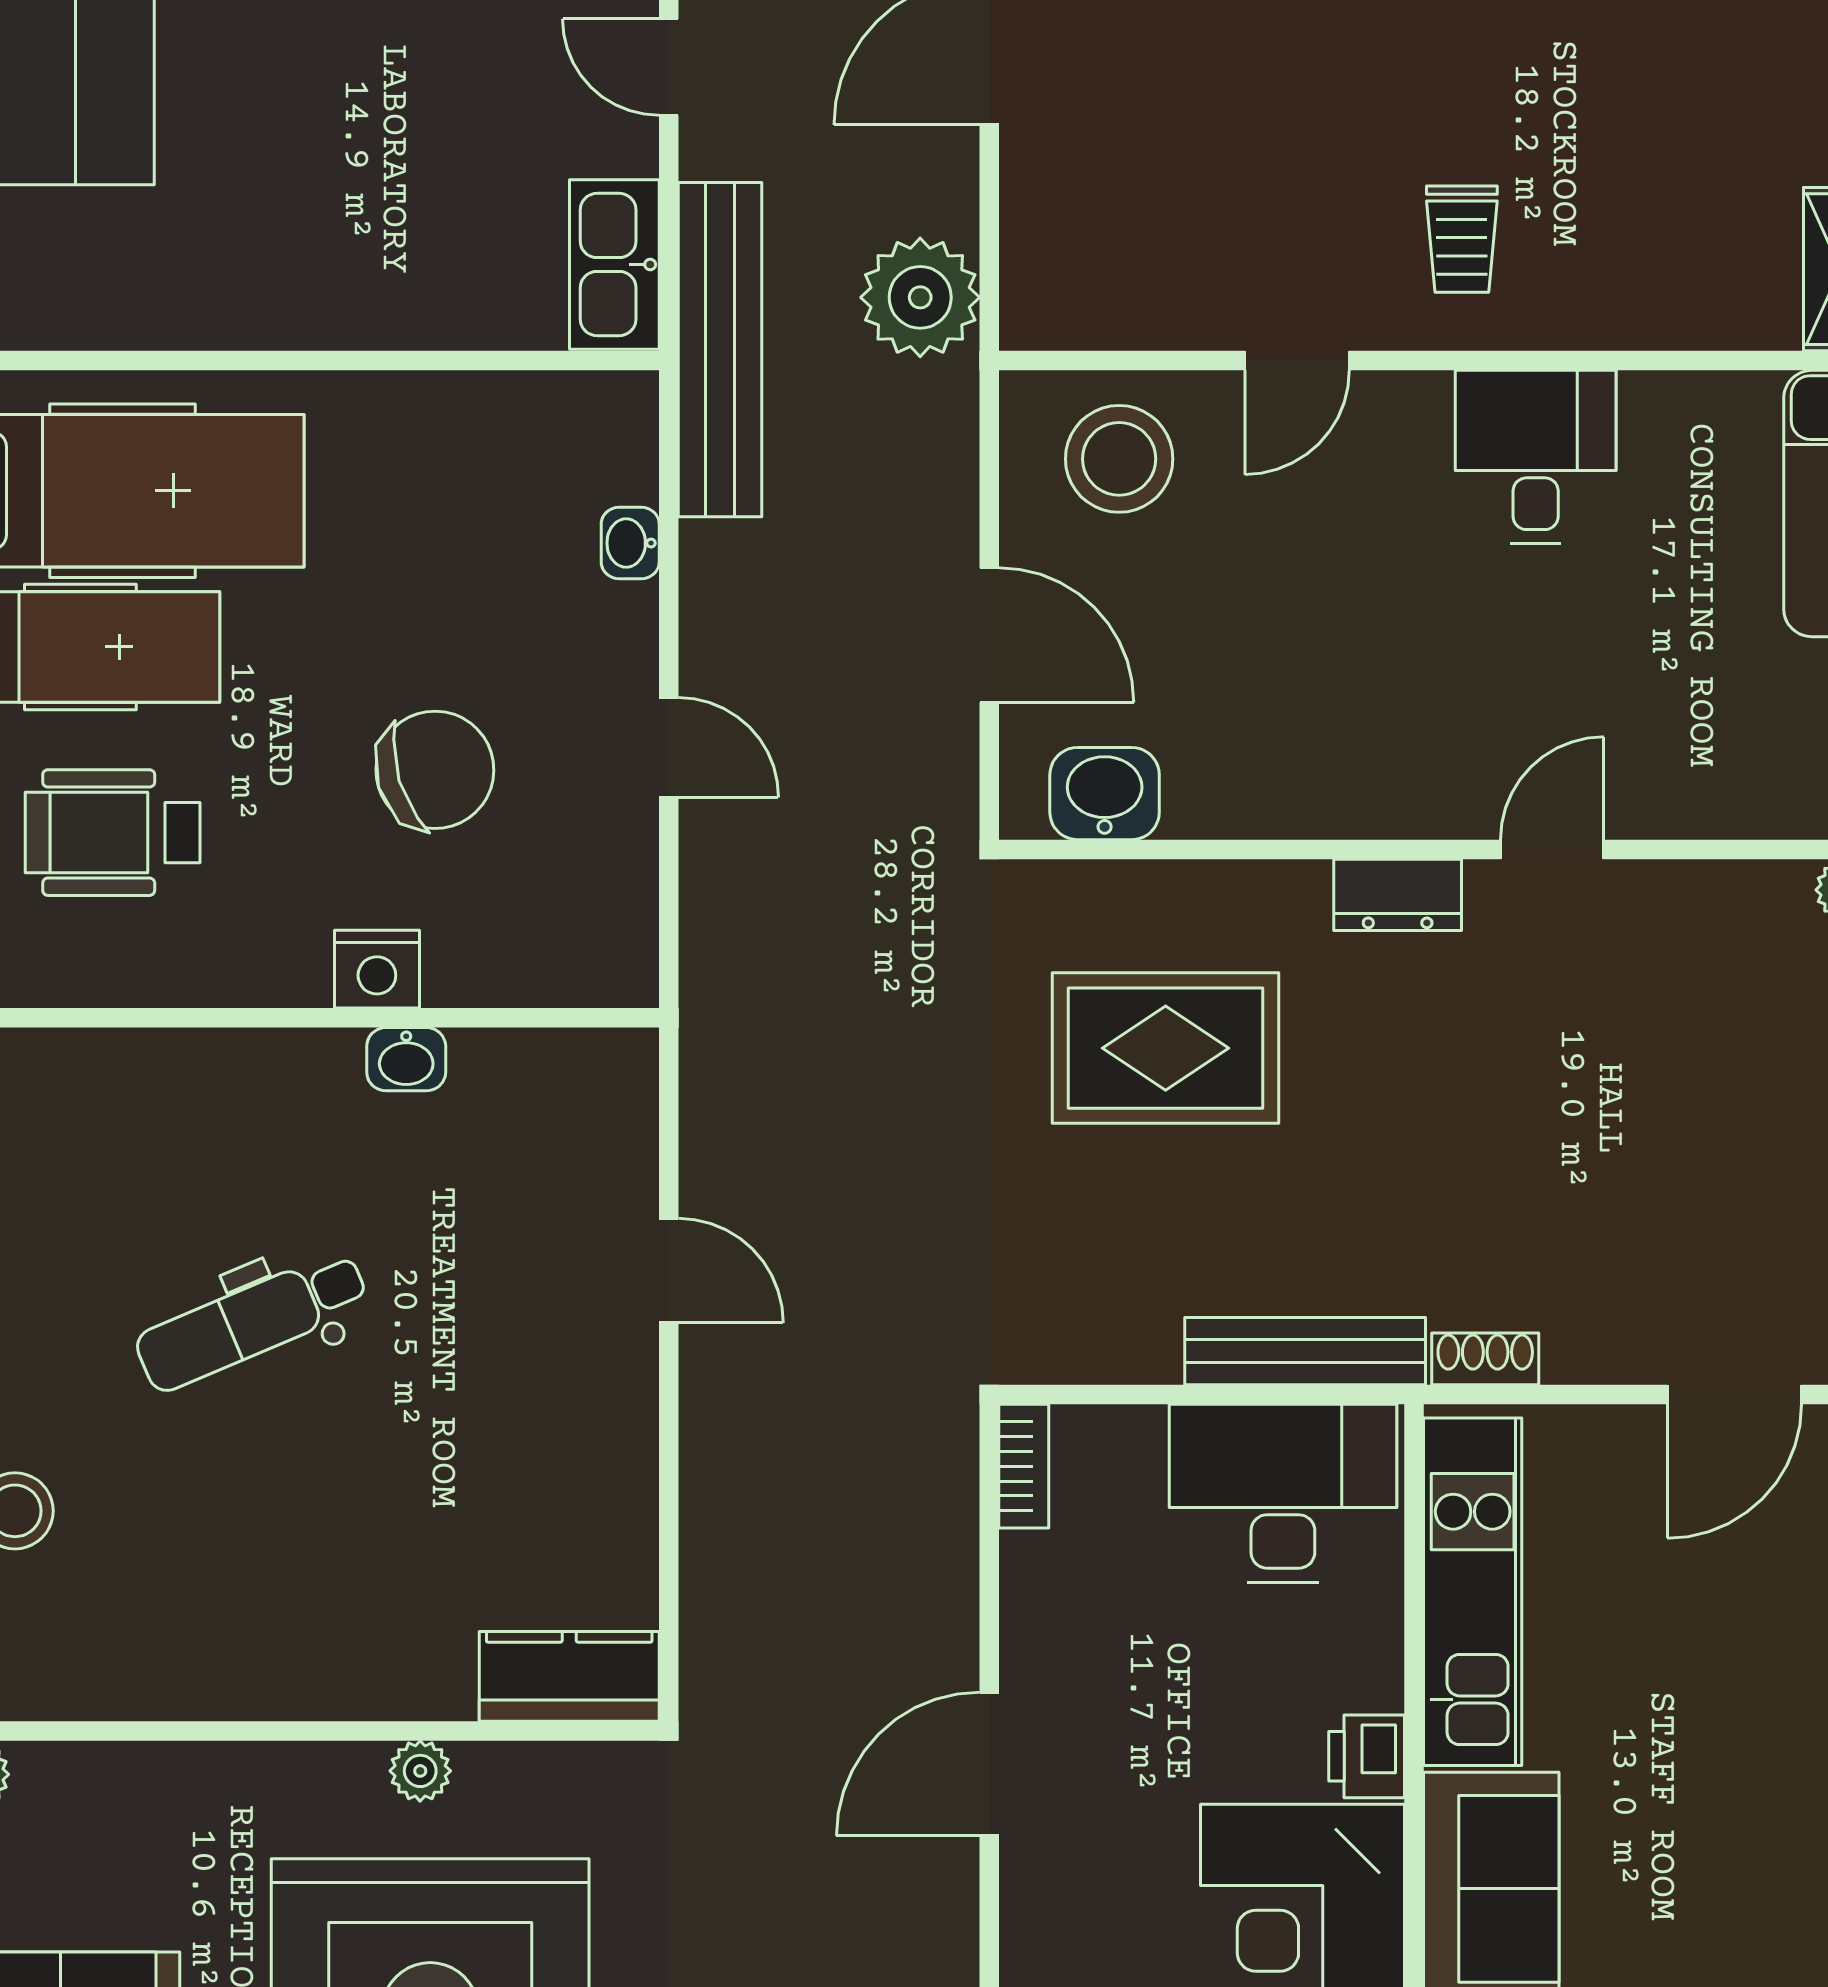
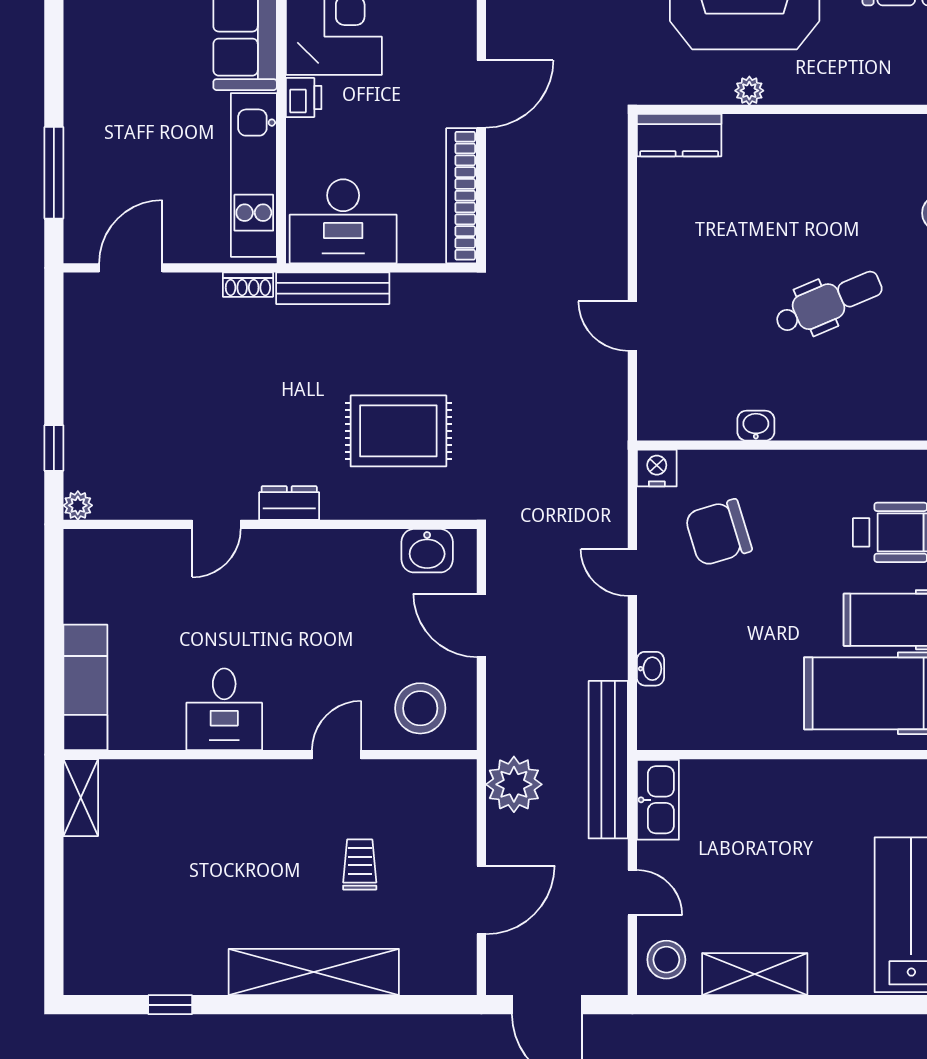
trolley: (1462, 239) -> (360, 864), moved
chair: (435, 770) -> (718, 533), moved
nightstand: (377, 969) -> (657, 468), moved
bookcase: (1024, 1466) -> (461, 196), width x2.31, depth x1.31

